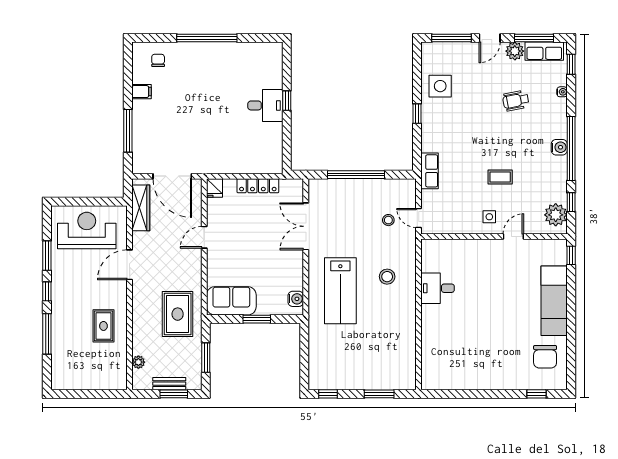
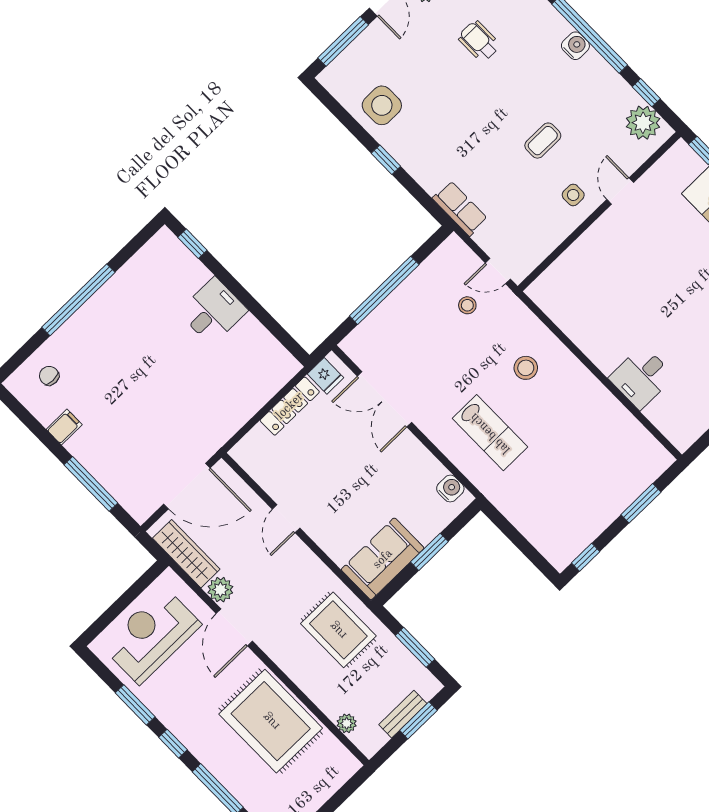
window: (287, 101) -> (192, 244), moved
wheelchair: (516, 101) -> (479, 41), turned 101
fridge: (214, 188) -> (325, 376), moved
plant: (140, 241) -> (220, 590), added
desk: (438, 288) -> (642, 377), moved
lab bench: (340, 291) -> (490, 433), width x0.73, depth x0.72
rug: (103, 326) -> (271, 721), width x1.86, depth x2.06

